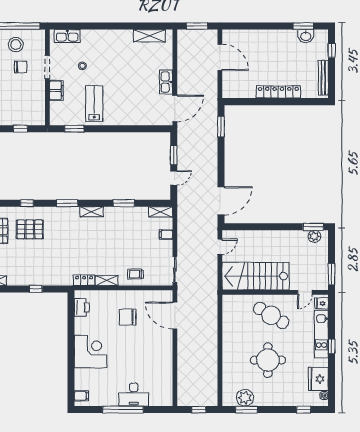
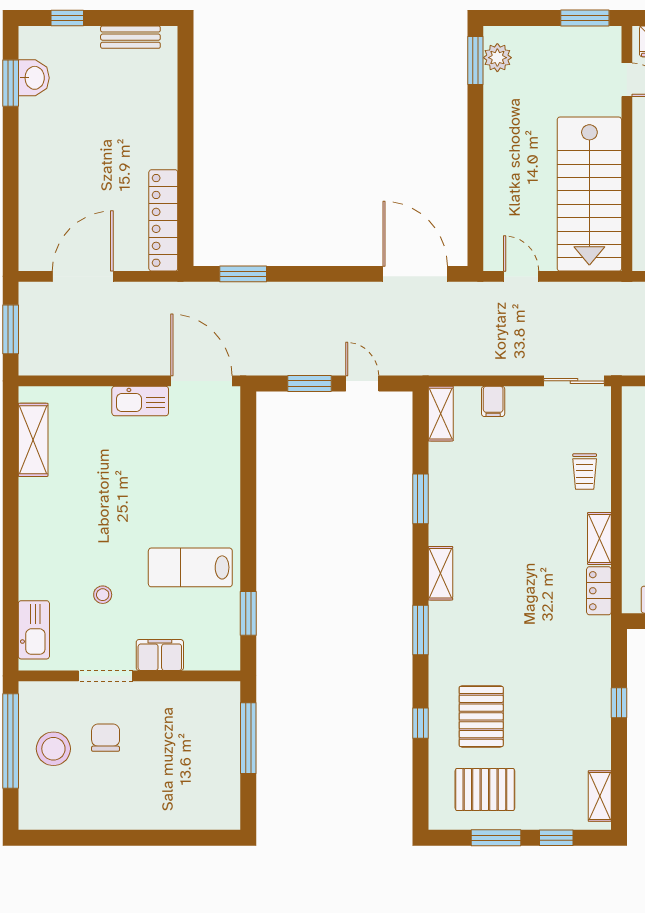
bench: (323, 78) -> (130, 37), width x0.73
locker: (278, 92) -> (163, 220), moved
window: (20, 129) -> (248, 738), width x2.17

